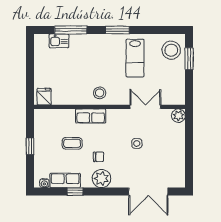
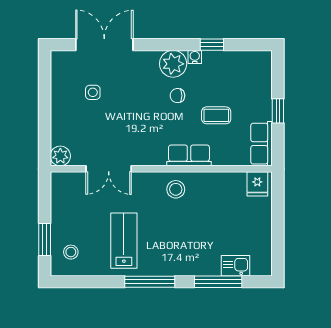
window: (117, 30) -> (150, 282), width x1.44
stool: (171, 50) -> (71, 252), width x0.53, depth x0.53
side table: (137, 143) -> (93, 92), moved
row of seats: (65, 180) -> (262, 144), moved, turned 90
water cooler: (44, 183) -> (195, 57), moved

